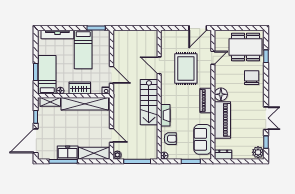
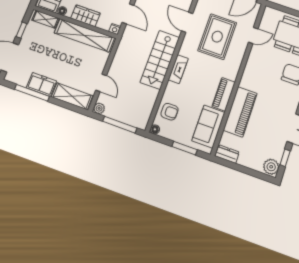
floor lamp: (221, 94) -> (249, 81), removed
piano: (206, 100) -> (224, 94), moved
fireplace: (165, 115) -> (178, 69), moved

